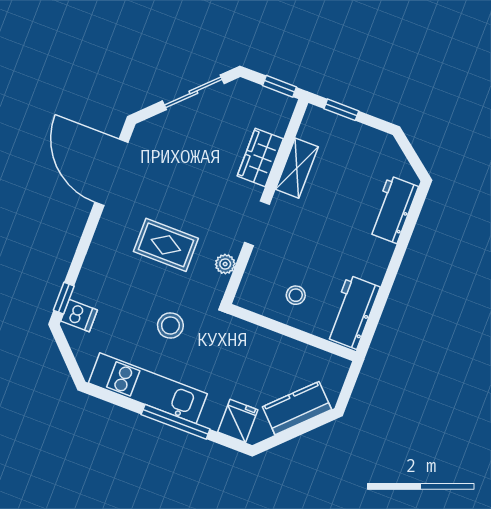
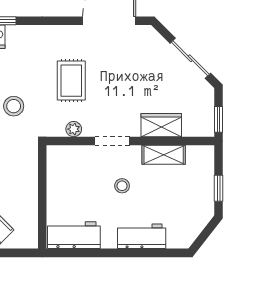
window: (341, 110) -> (218, 188), moved
workbench: (393, 209) -> (142, 236), moved
stool: (296, 295) -> (122, 186), moved

